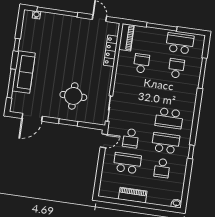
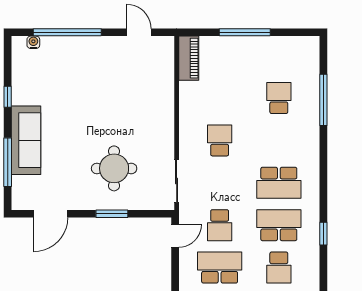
school desk: (180, 43) -> (279, 56), removed
locker: (111, 51) -> (166, 84), removed
school desk: (141, 63) -> (220, 140), moved

